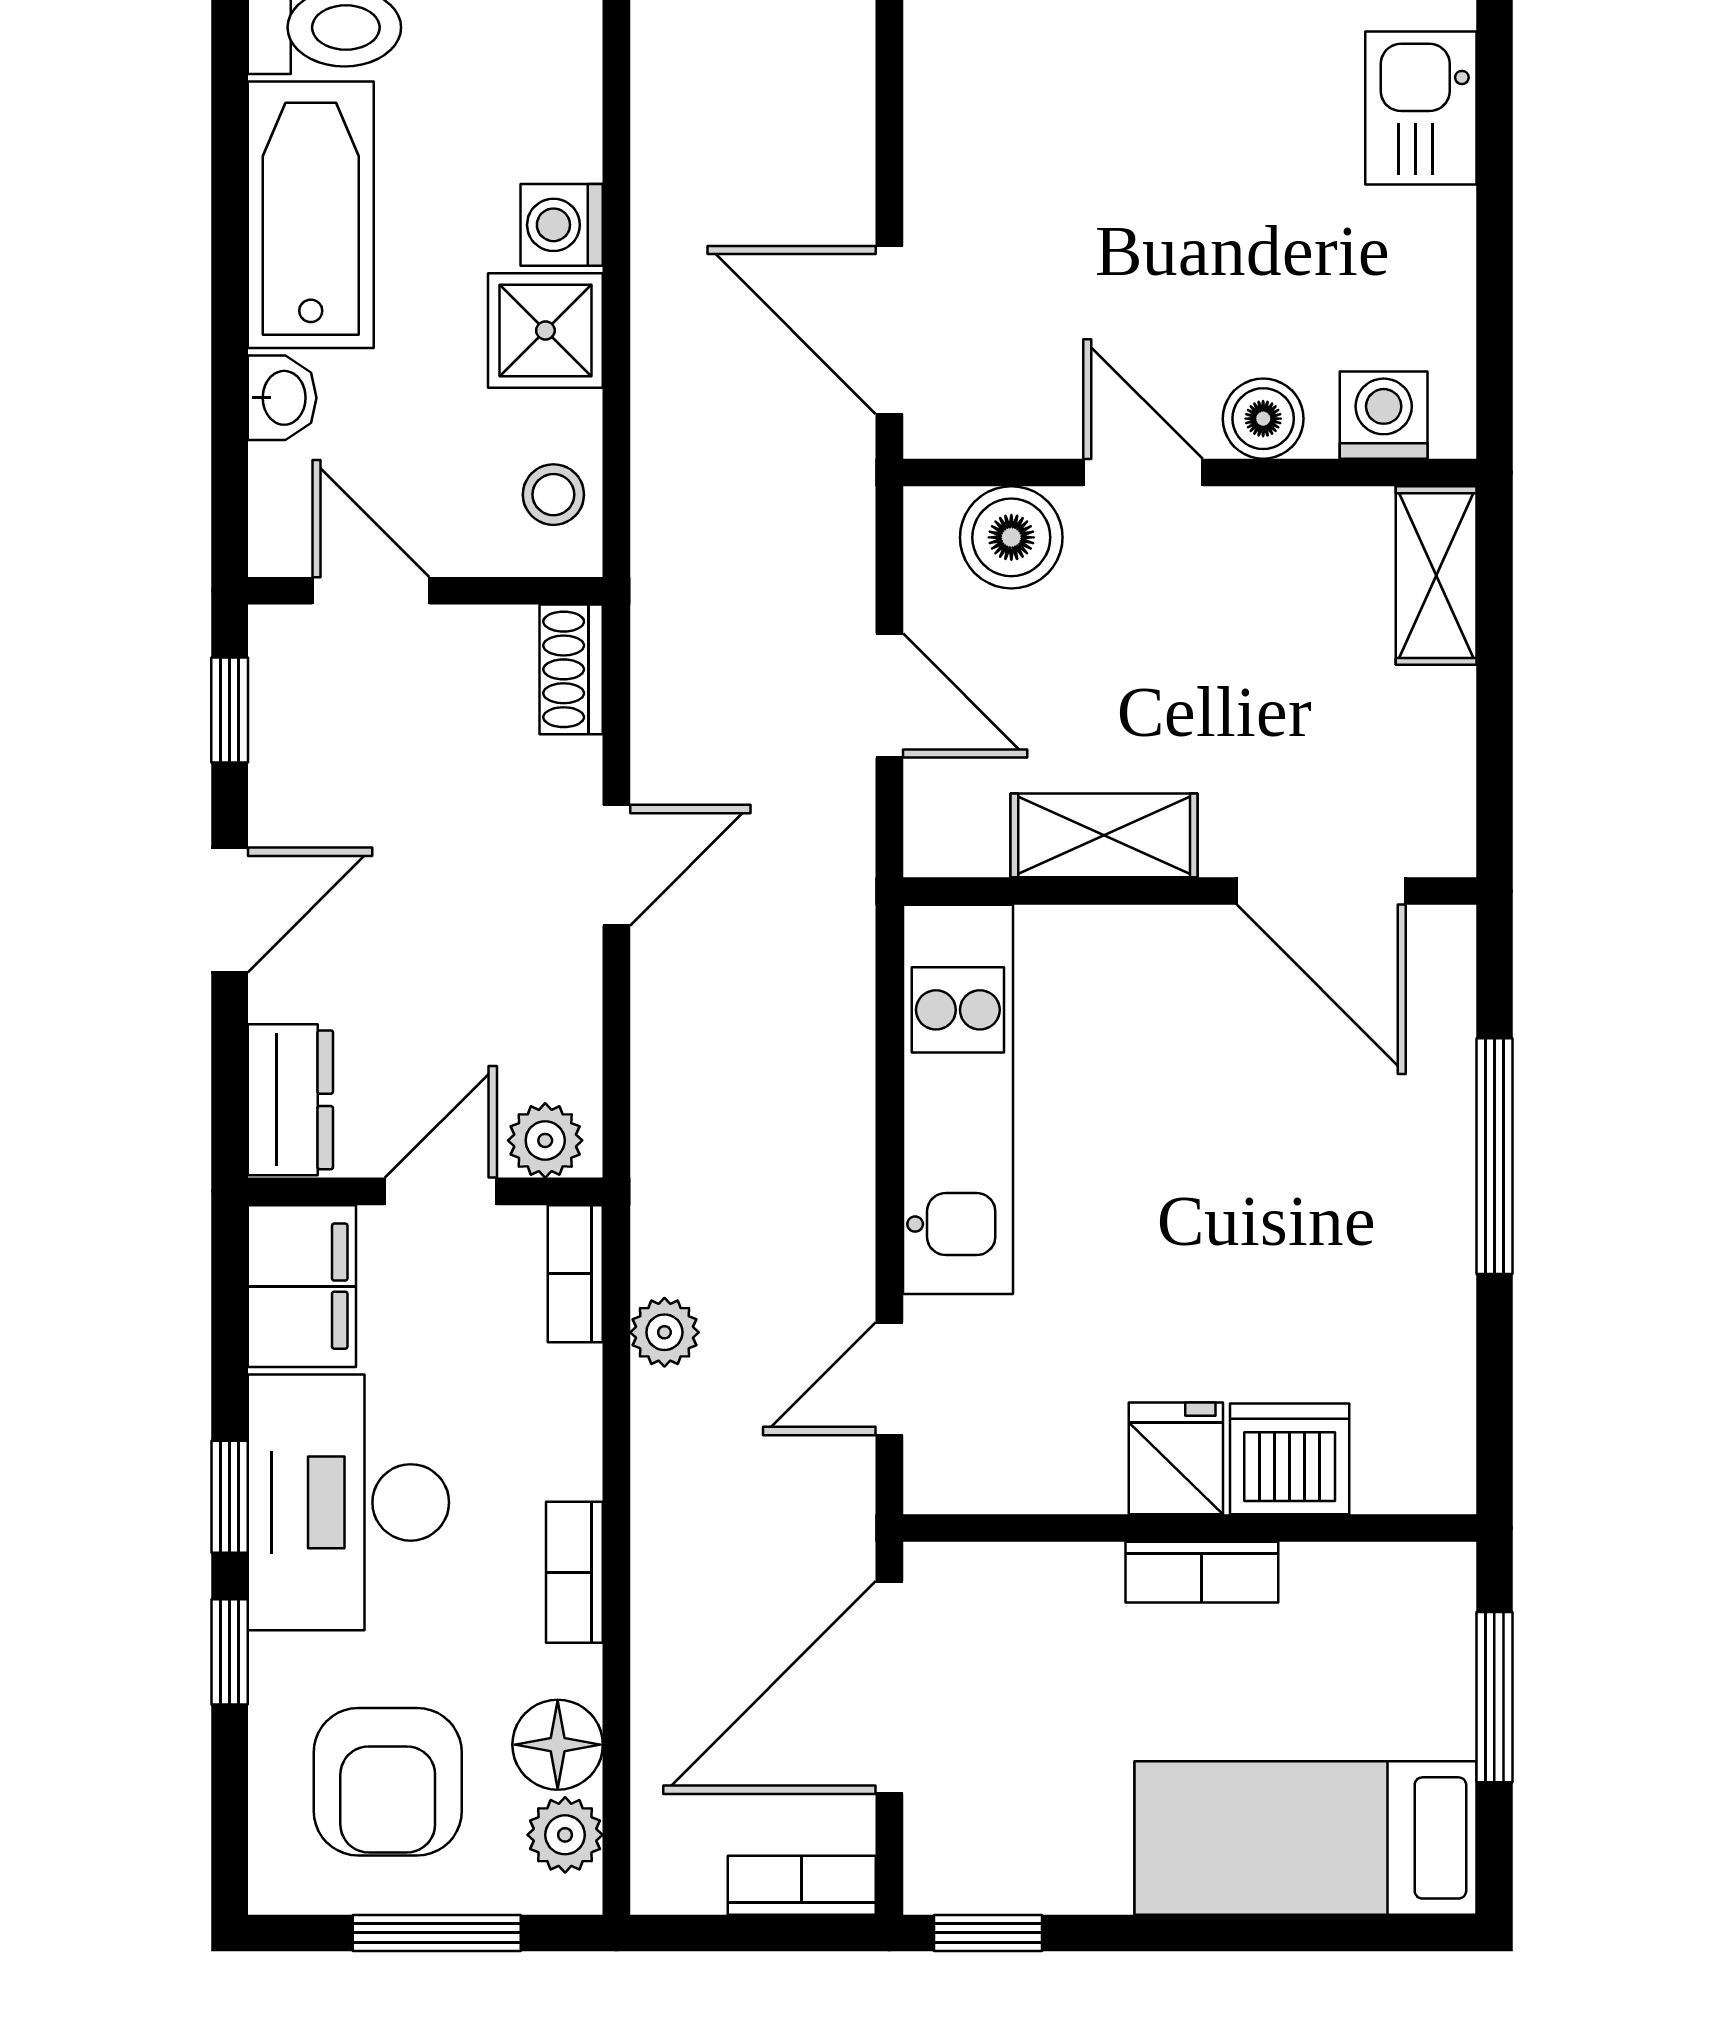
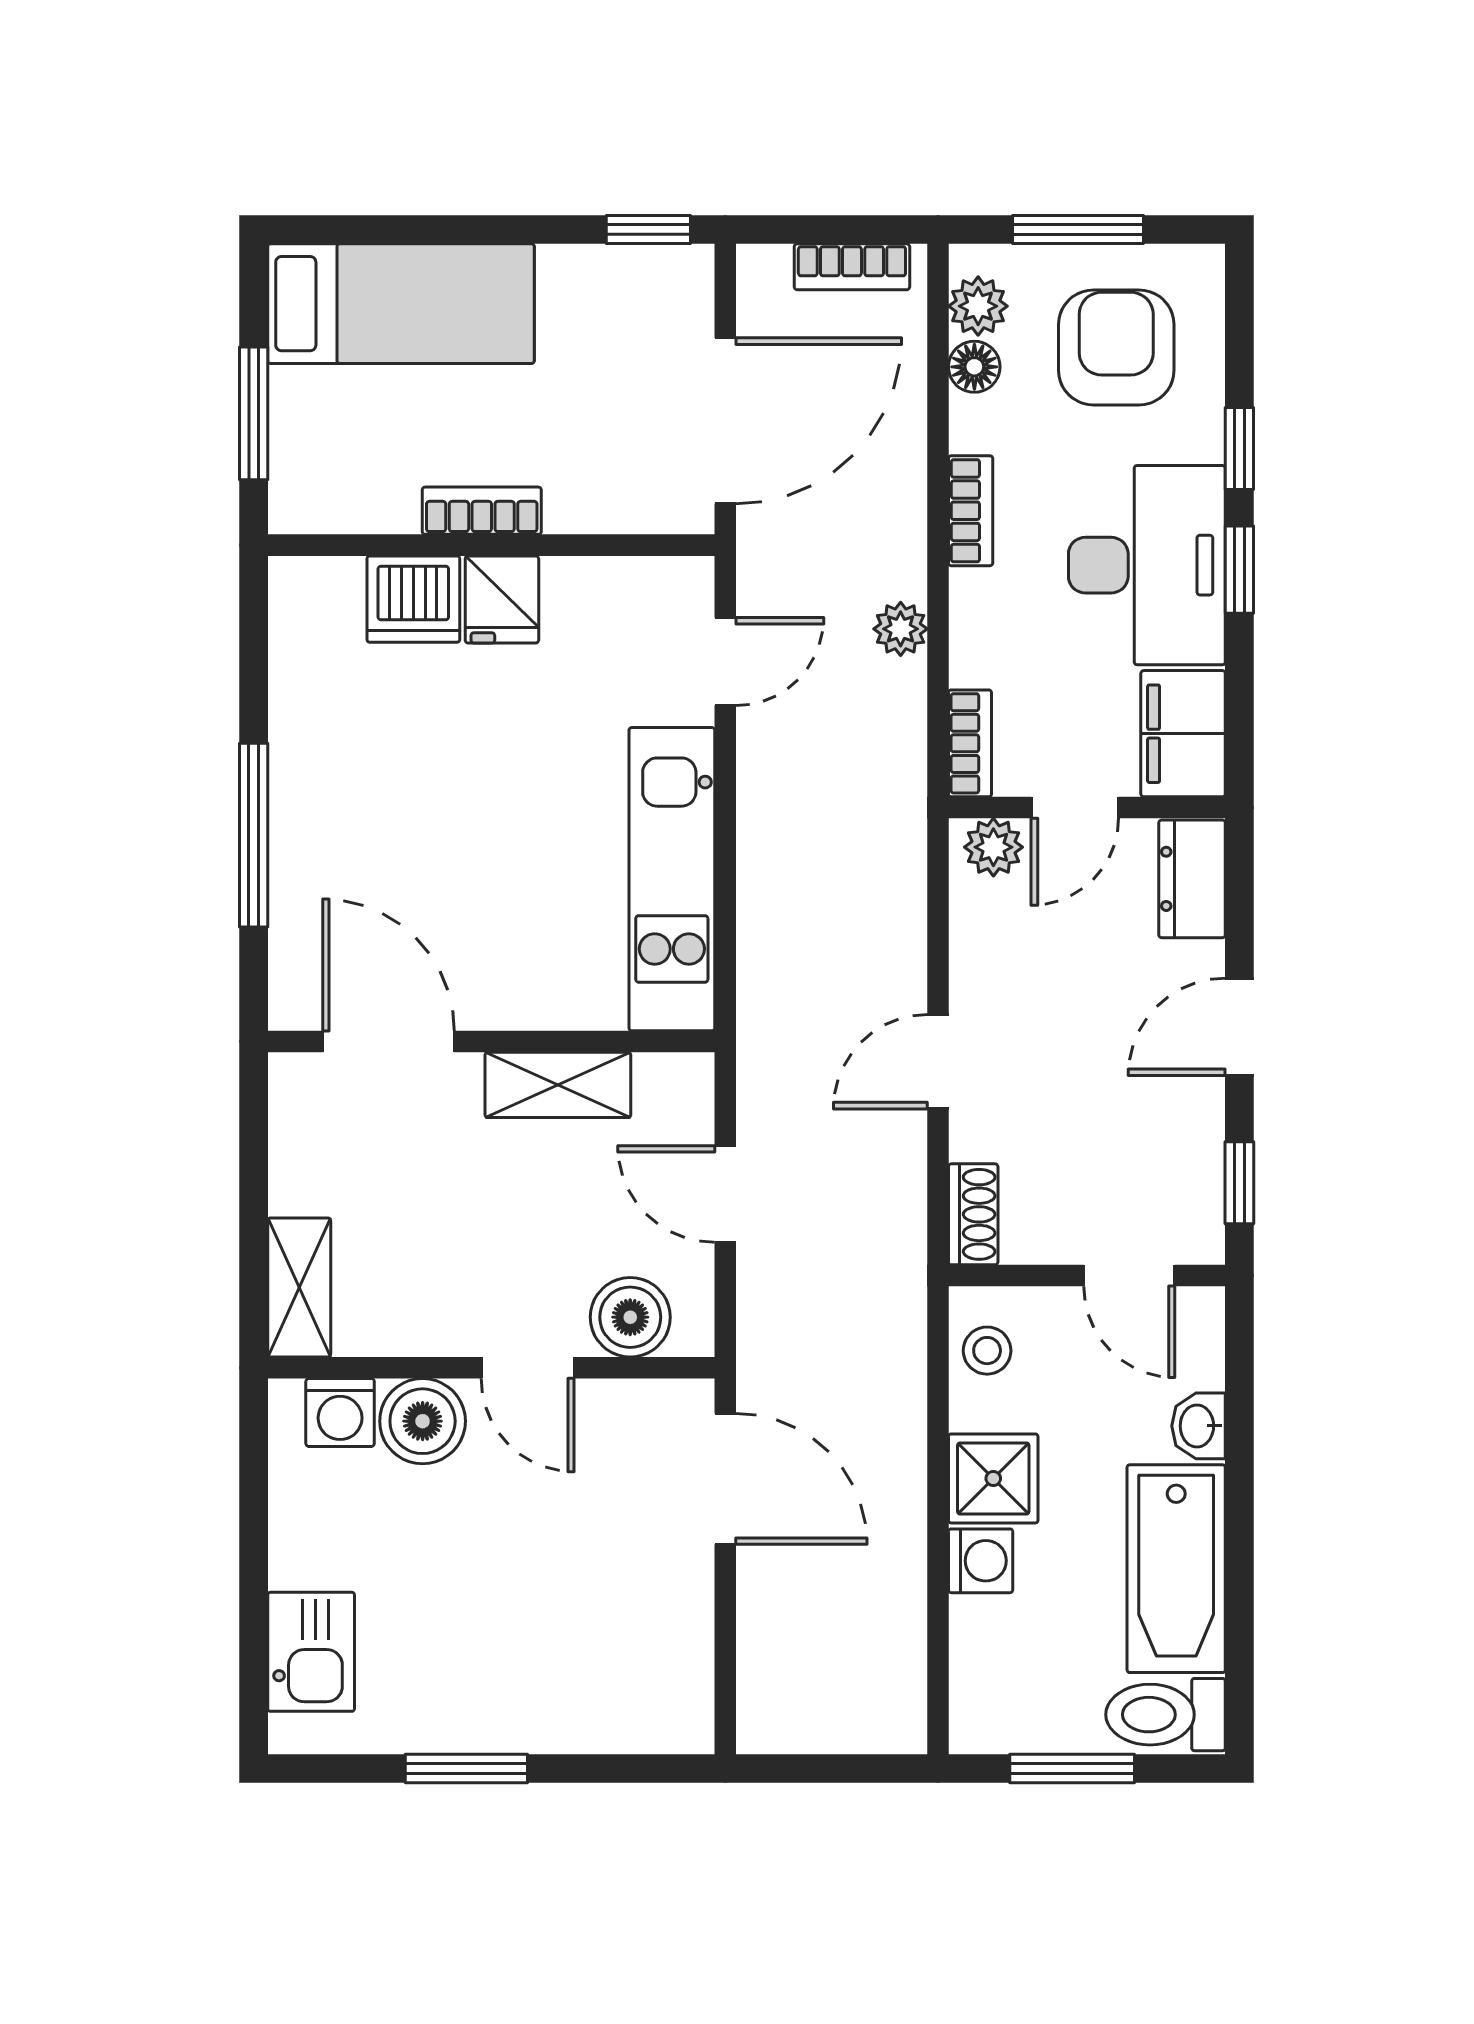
boiler: (1263, 419) -> (423, 1421), width x1.36, depth x1.36
plant: (664, 1332) -> (901, 629), moved
floor lamp: (558, 1745) -> (974, 367), width x0.73, depth x0.73
bookcase: (802, 1885) -> (852, 267), moved

